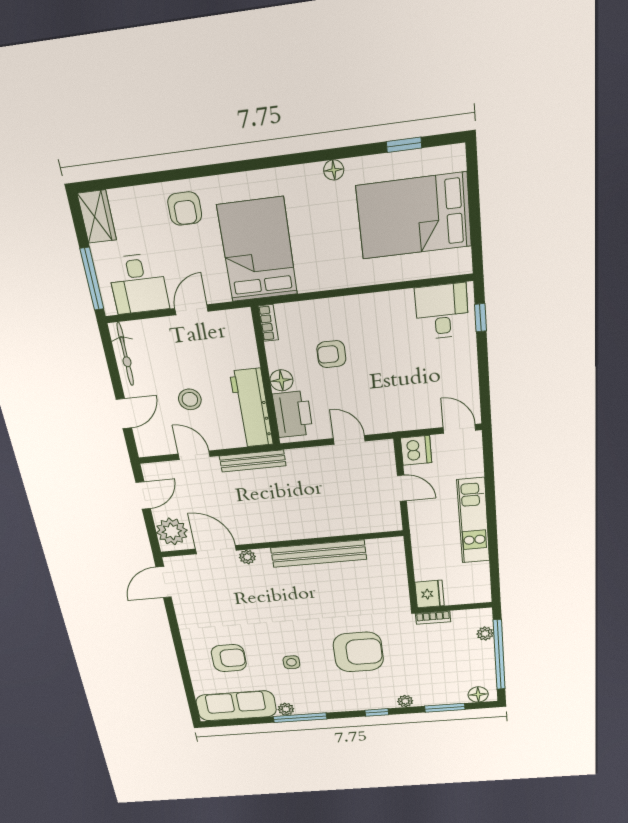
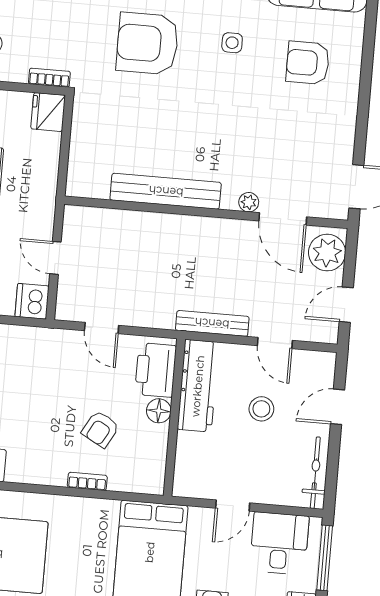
bookcase: (268, 323) -> (87, 481), moved, turned 90
armchair: (331, 354) -> (100, 429), turned 119

